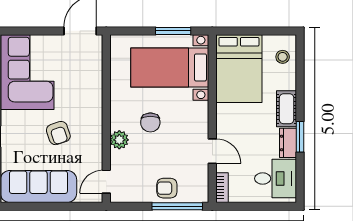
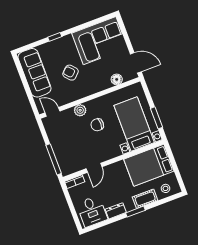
floor lamp: (94, 69) -> (117, 79), added
cot: (287, 109) -> (145, 199), moved
armchair: (58, 133) -> (71, 73), turned 66
window: (300, 137) -> (135, 212), moved
armchair: (167, 188) -> (62, 149), removed

